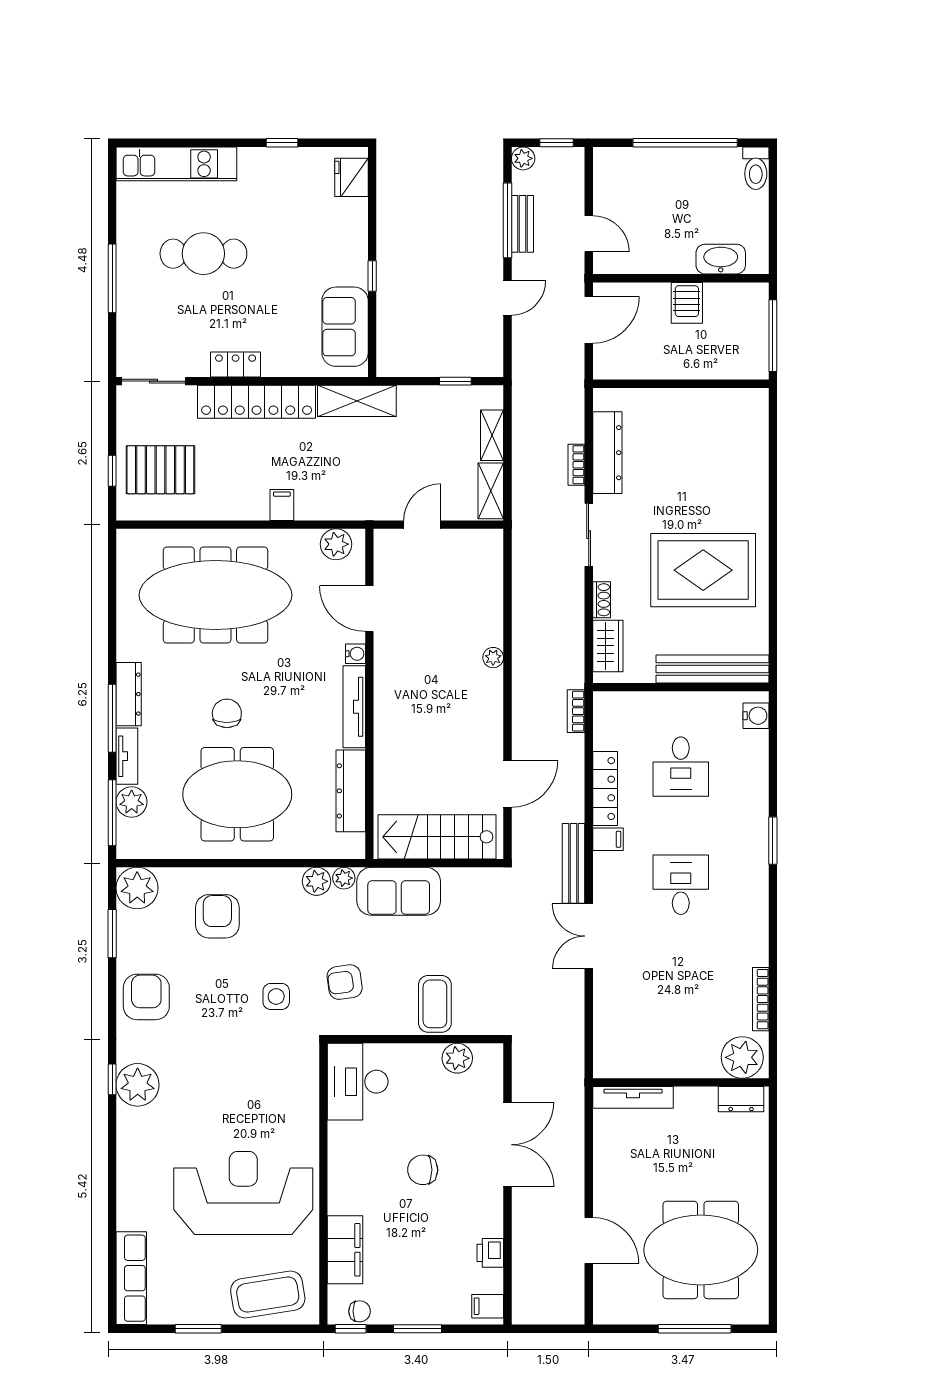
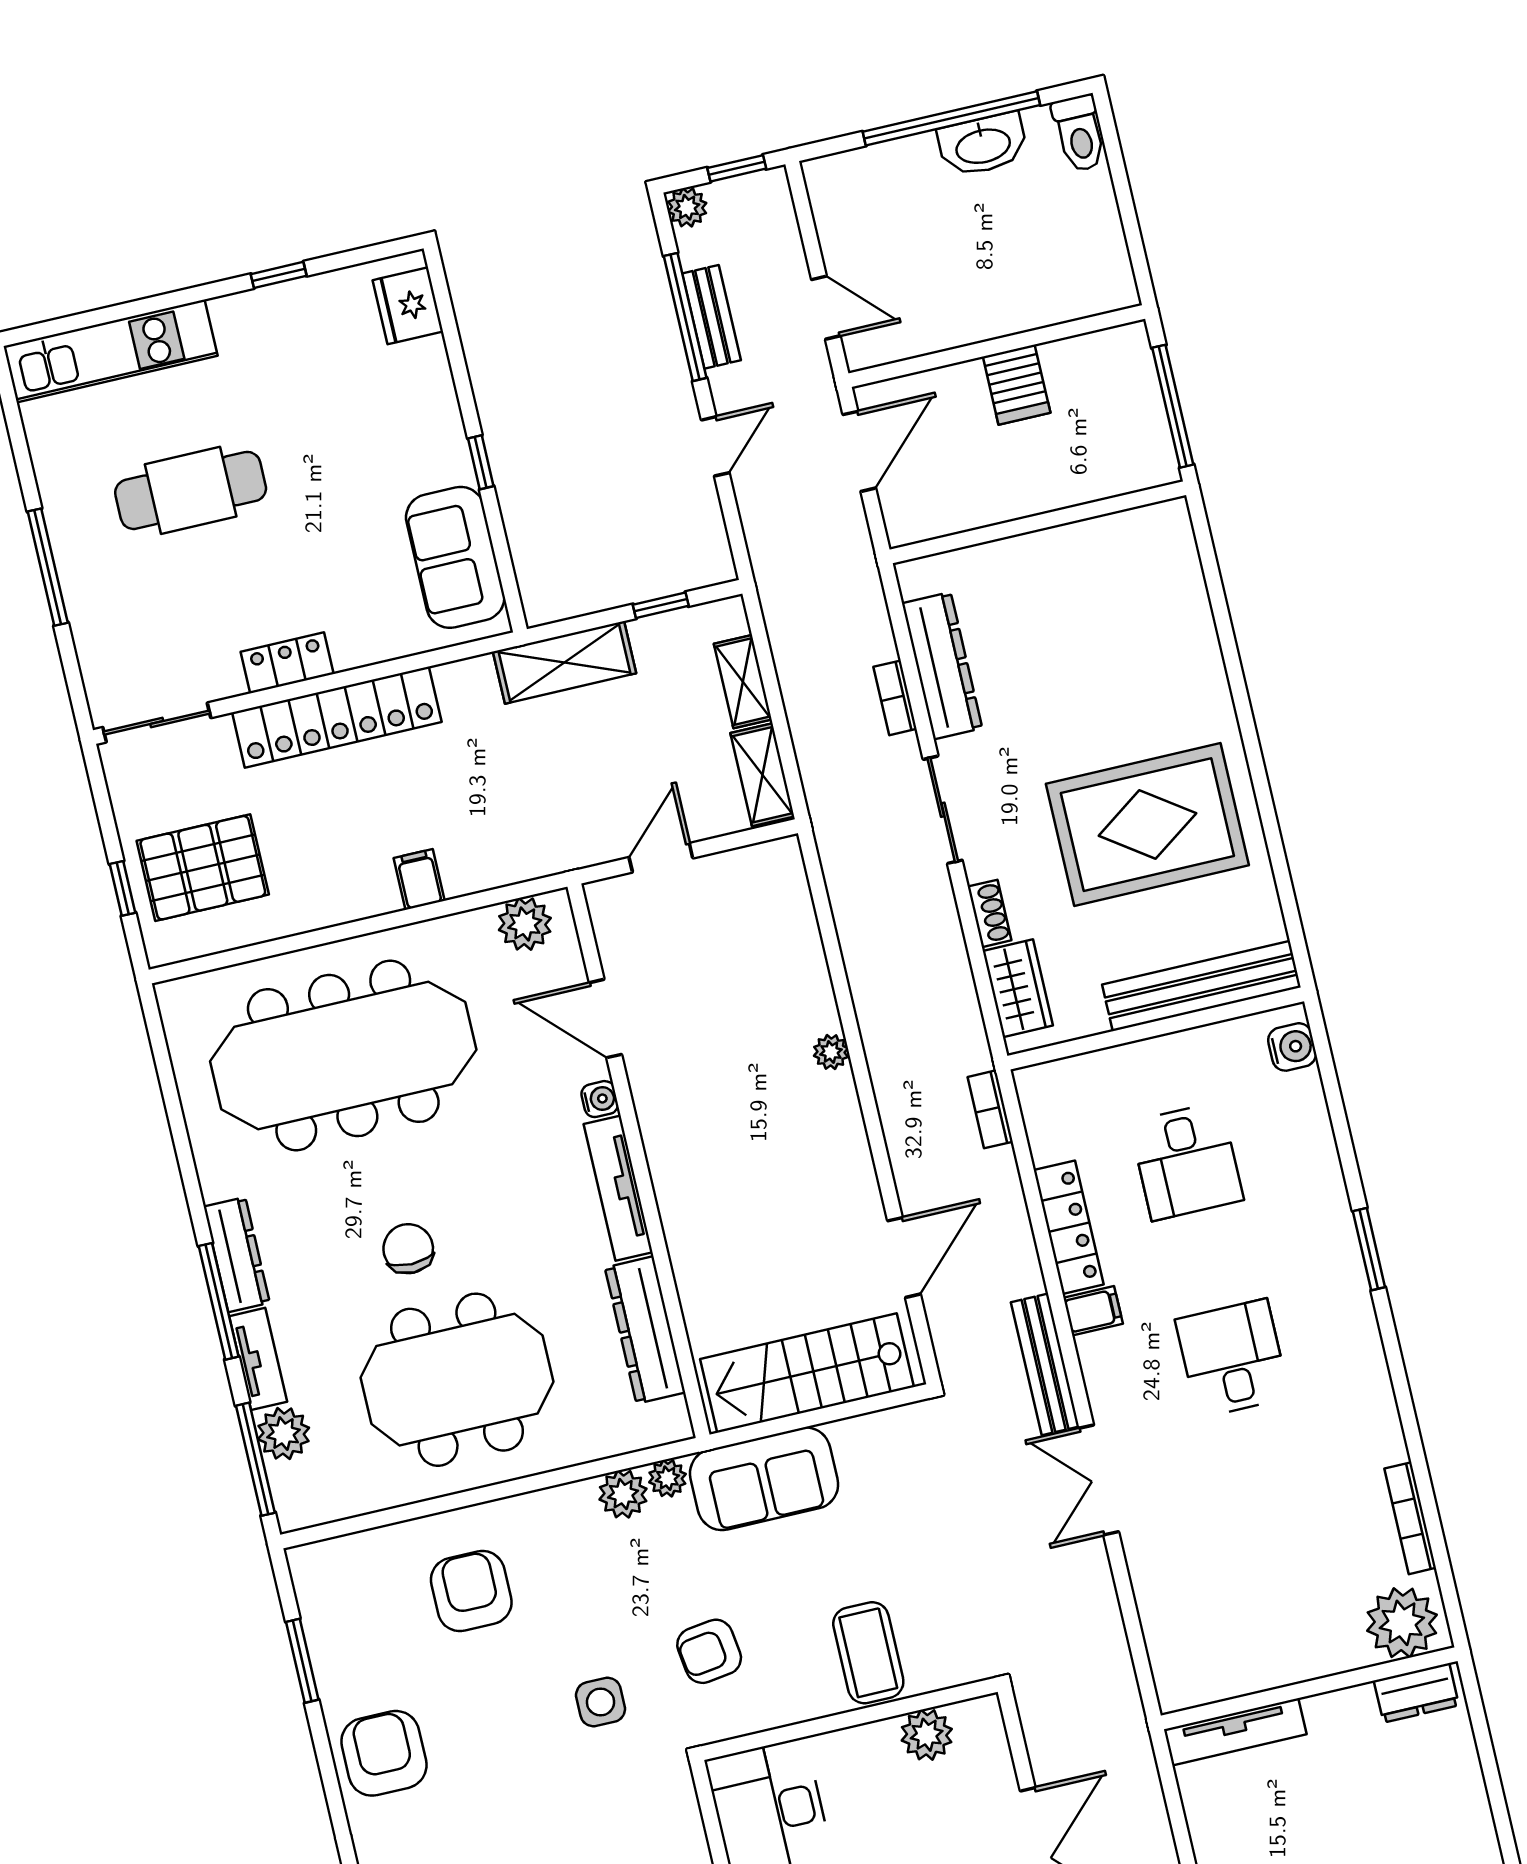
washbasin: (721, 259) -> (983, 145), moved, turned 180
shelving: (357, 401) -> (564, 662), moved
plant: (137, 888) -> (326, 1575), removed

